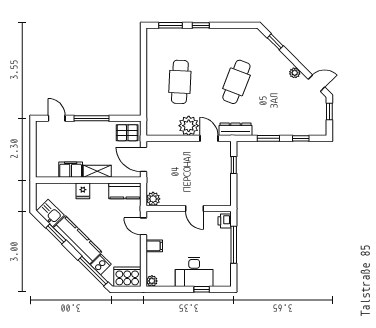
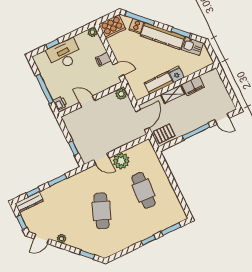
dresser: (236, 129) -> (29, 202), moved
door: (143, 159) -> (143, 120), hinge flipped
kitchen counter: (125, 191) -> (159, 83), moved

